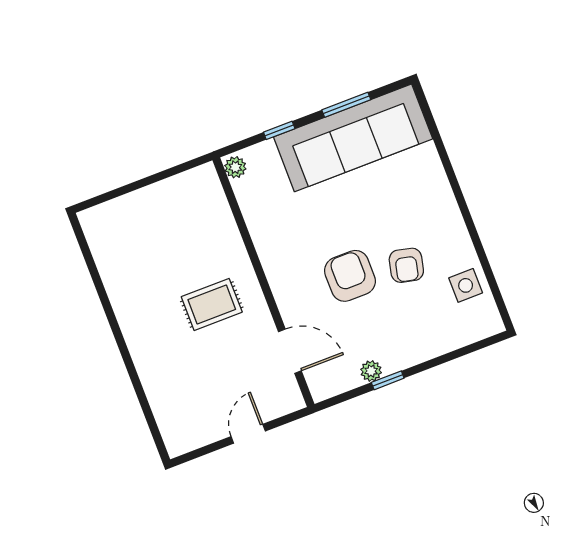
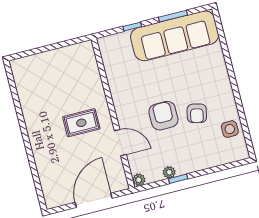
plant: (235, 167) -> (139, 180), moved
door: (290, 351) -> (120, 143), moved
door: (248, 434) -> (94, 200), width x1.87

